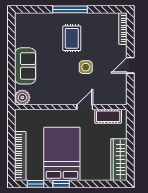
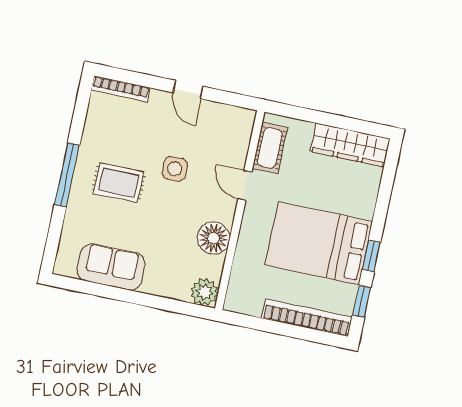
sofa: (25, 66) -> (111, 267), moved
floor lamp: (53, 96) -> (214, 238), added

